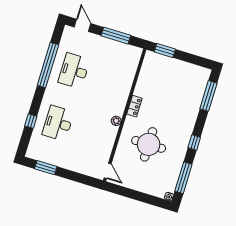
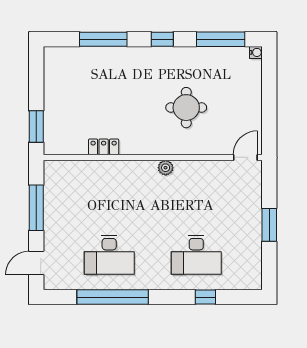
window: (208, 96) -> (103, 39), moved
locker: (134, 106) -> (104, 147), moved
round table: (149, 144) -> (186, 108), width x0.73, depth x0.73
window: (46, 168) -> (269, 225), moved

